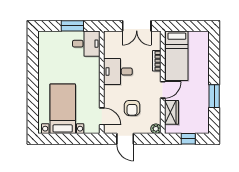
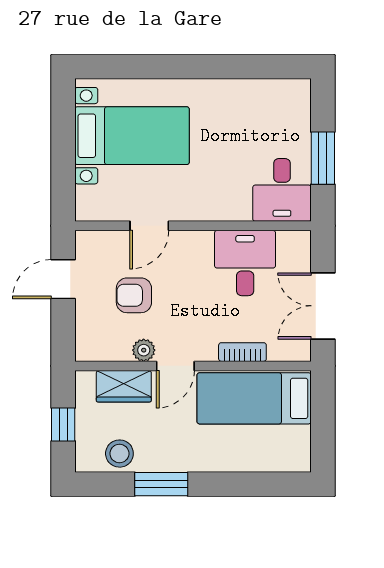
desk: (118, 71) -> (245, 263), moved
door: (163, 90) -> (175, 366), hinge flipped
stool: (201, 114) -> (119, 454), added
door: (102, 116) -> (149, 226), moved
plant: (156, 129) -> (144, 350), moved

